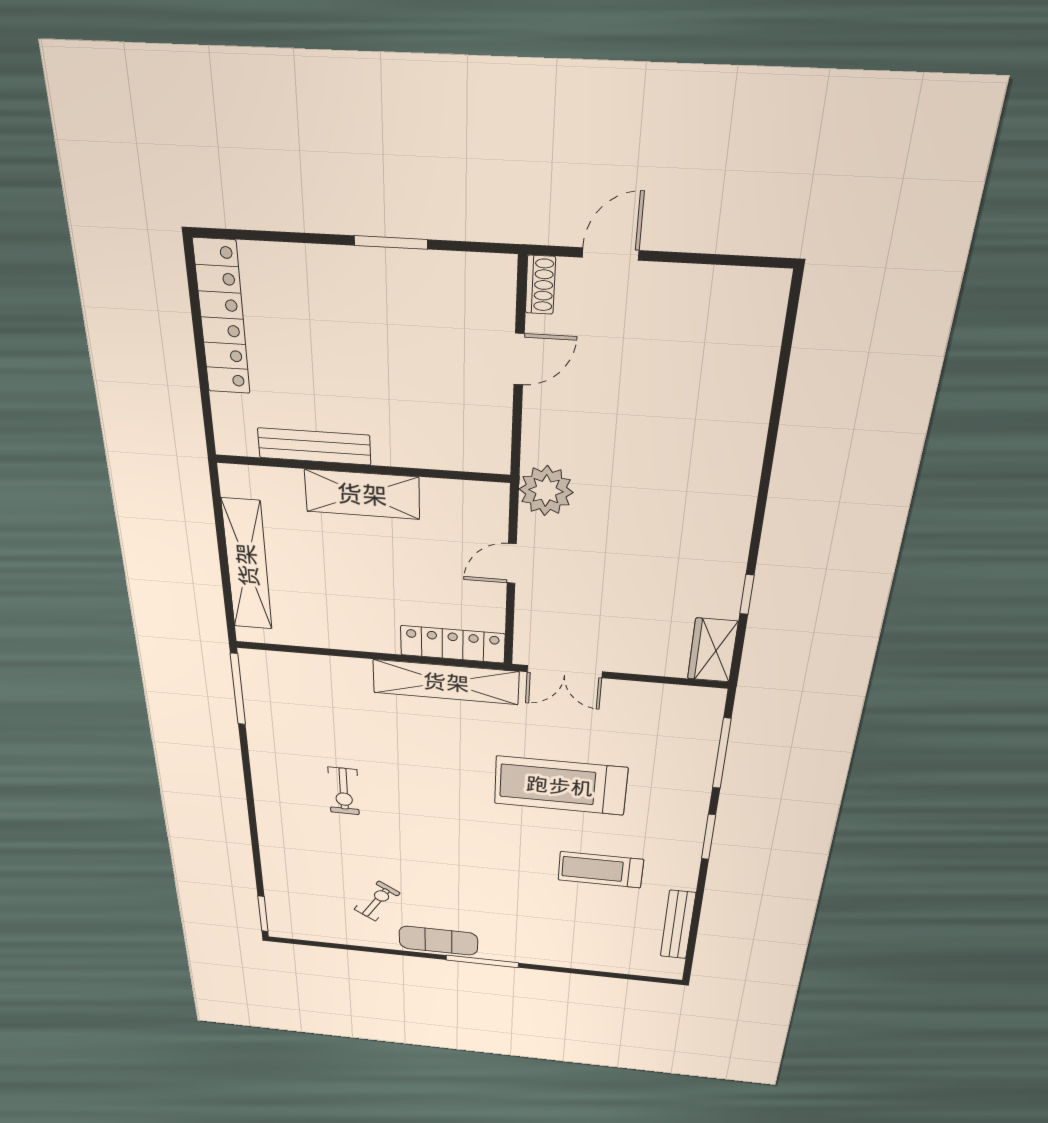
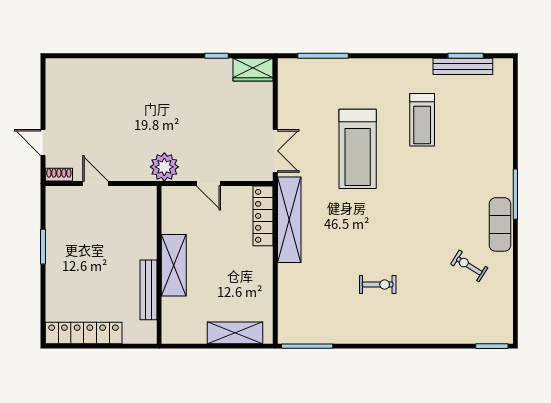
shelving: (247, 565) -> (235, 333), width x0.68
window: (709, 837) -> (466, 56), moved

